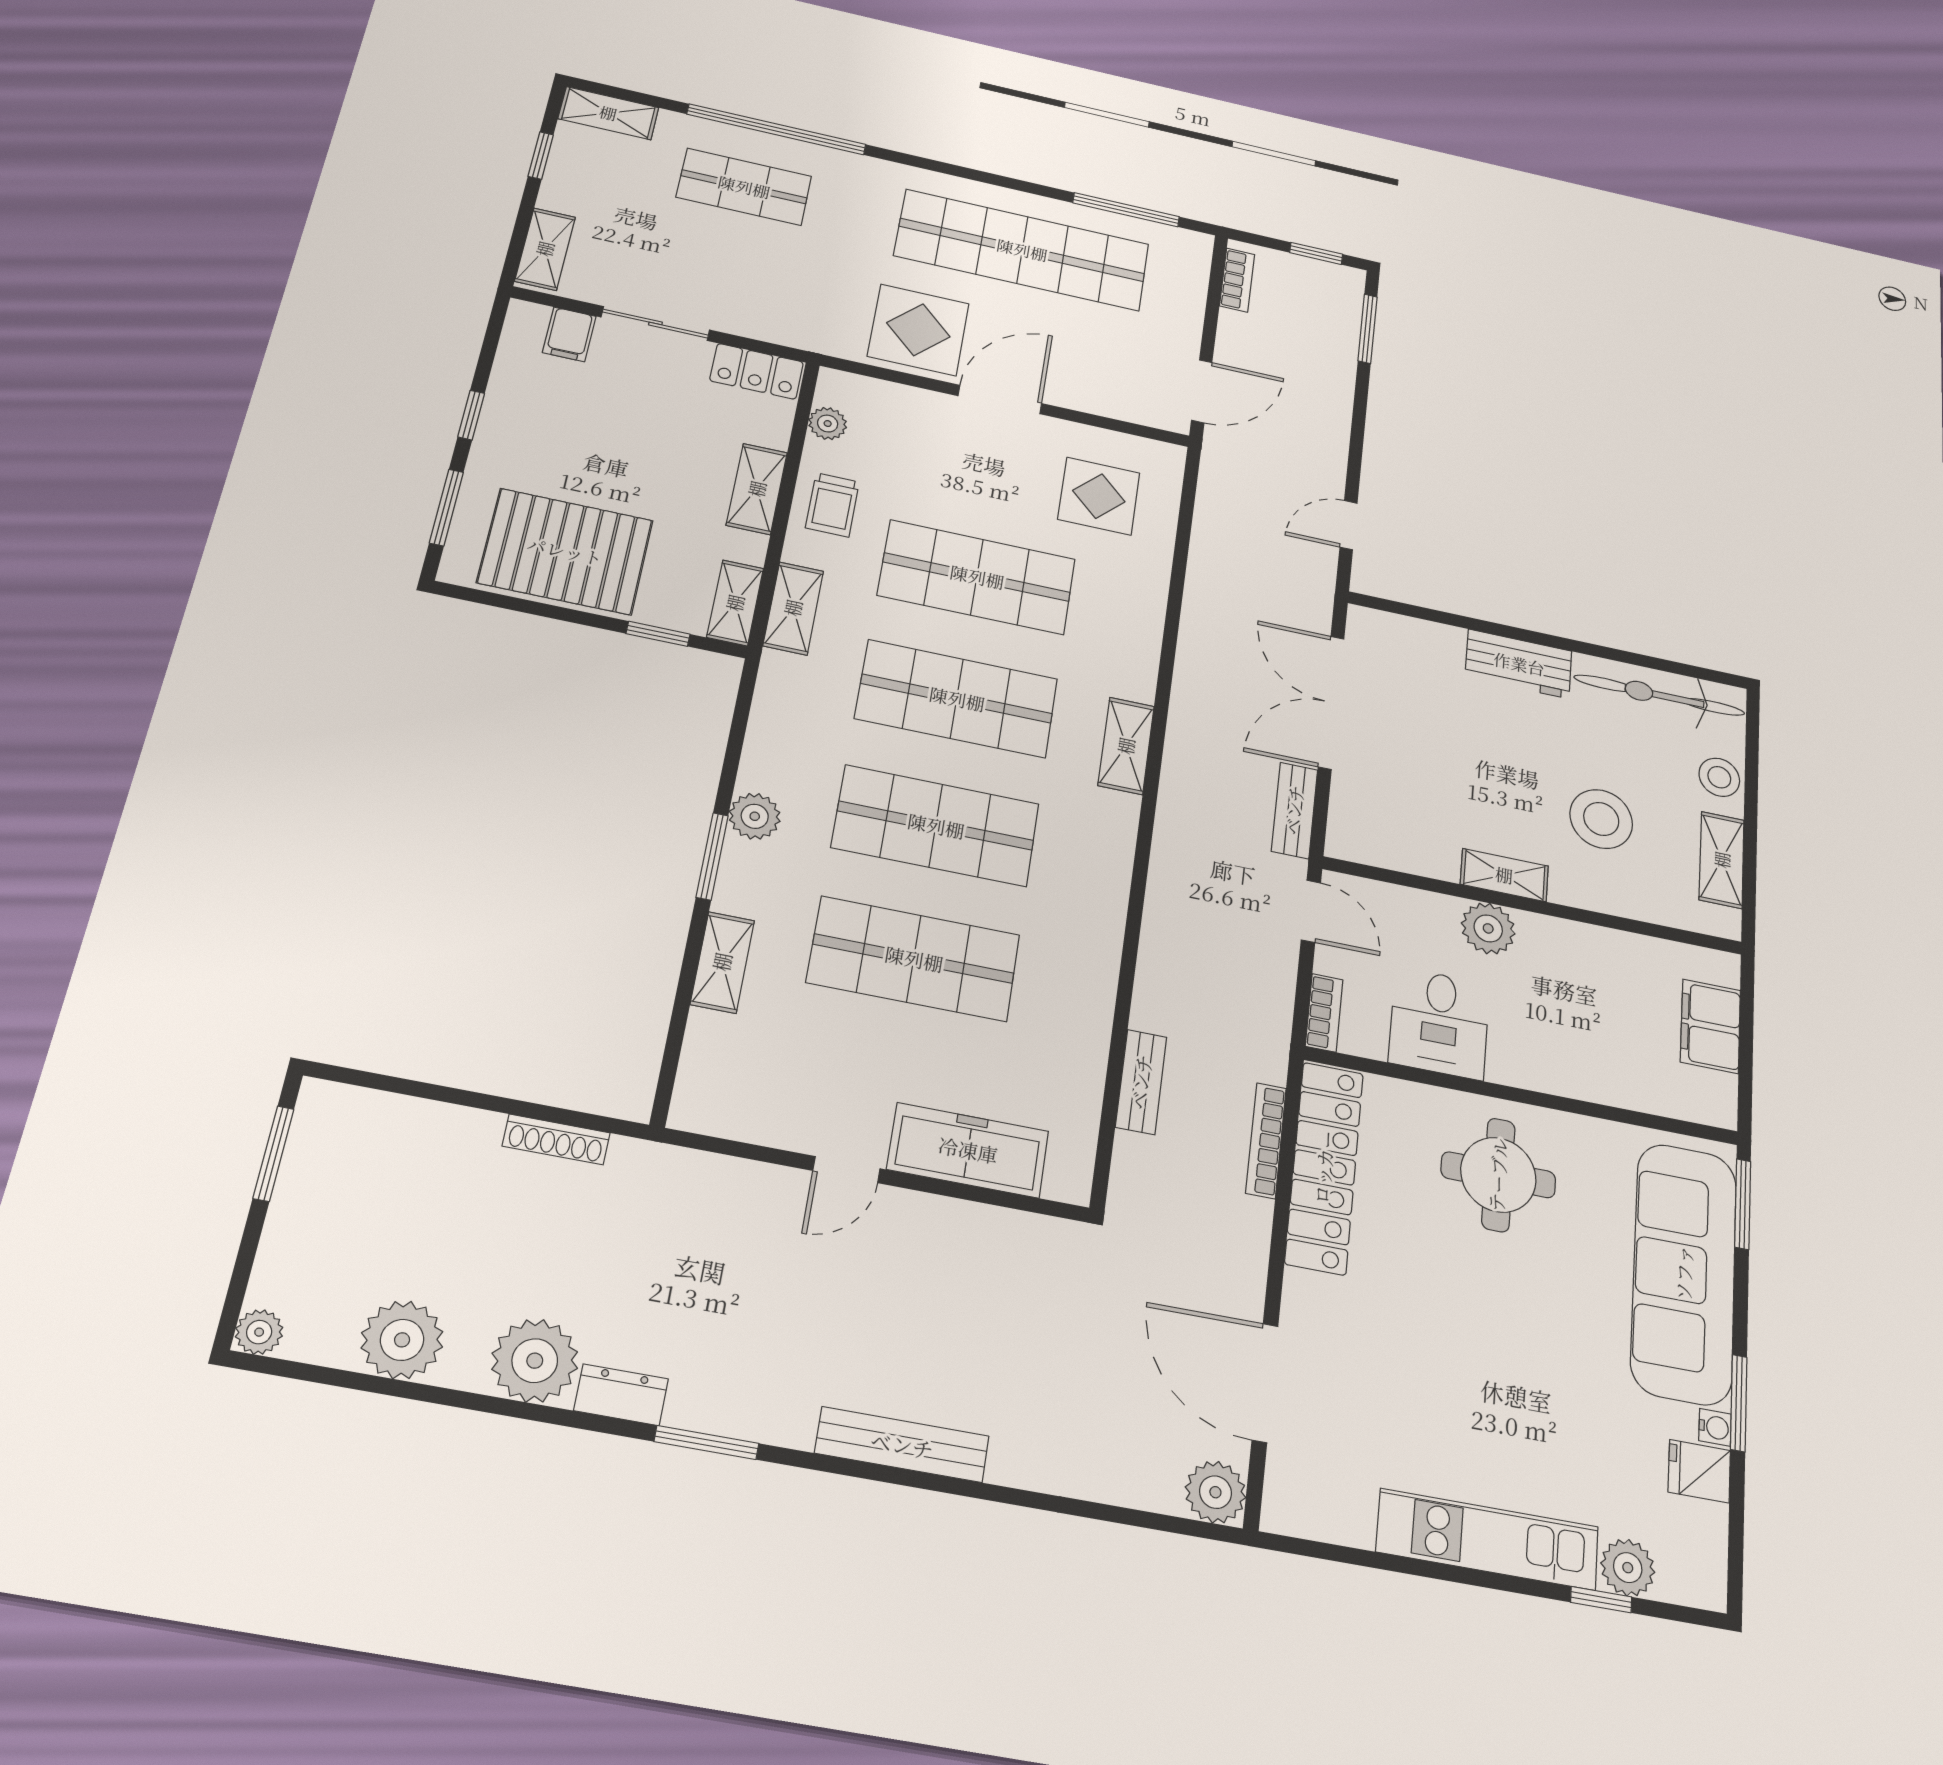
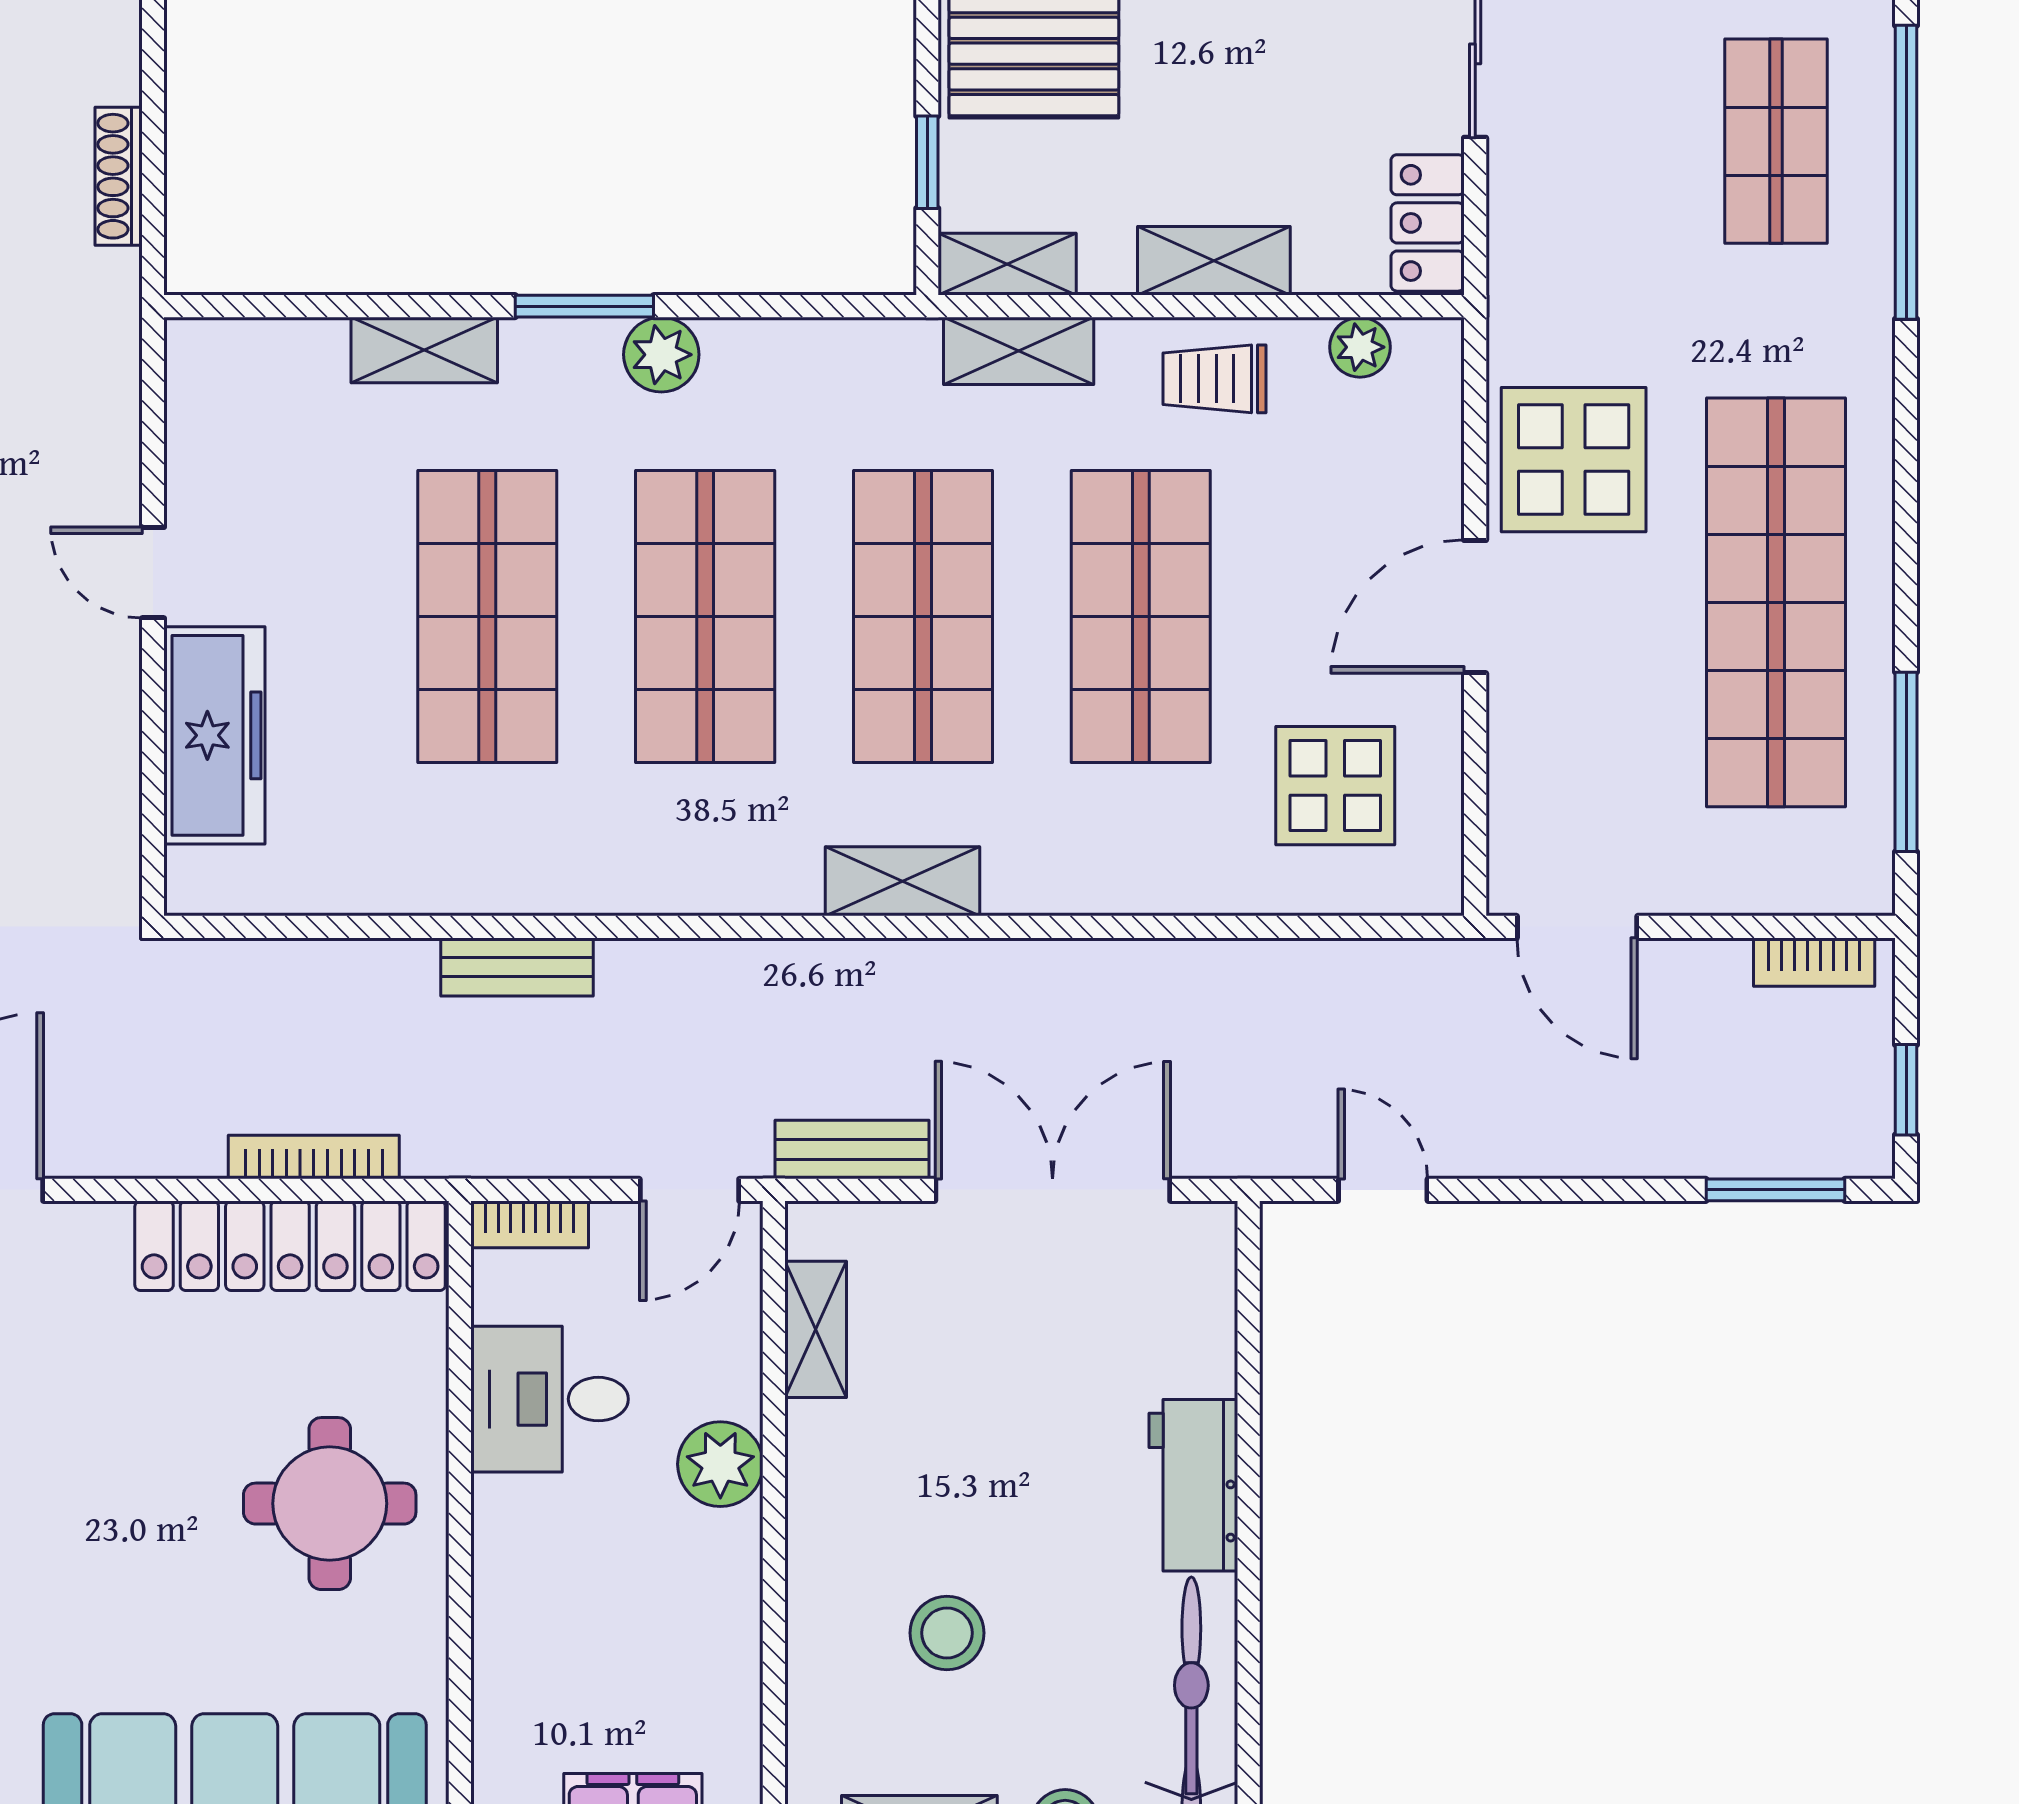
door: (1000, 400) -> (1475, 607), swing flipped
stool: (1601, 819) -> (947, 1633), width x0.73, depth x0.73
shelving: (1504, 875) -> (816, 1329), moved
bench: (1141, 1082) -> (517, 967), moved

